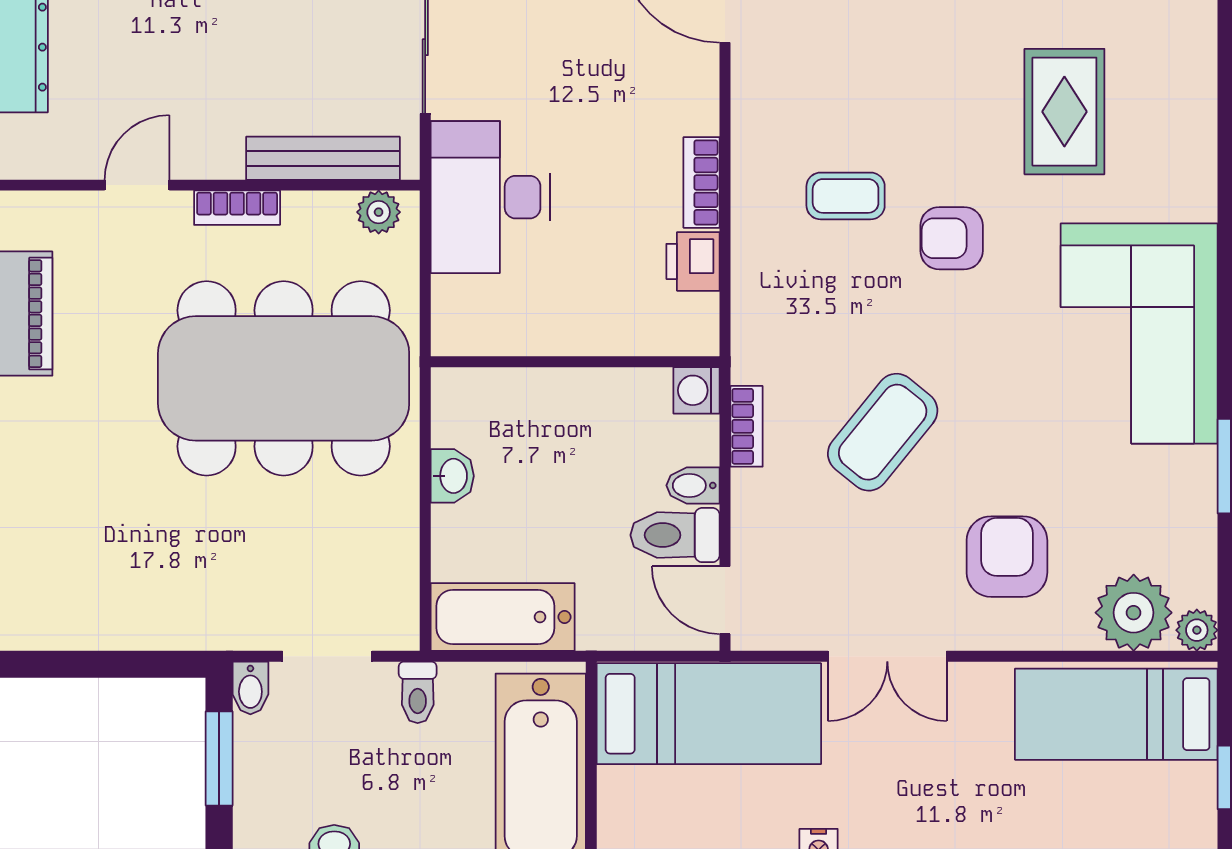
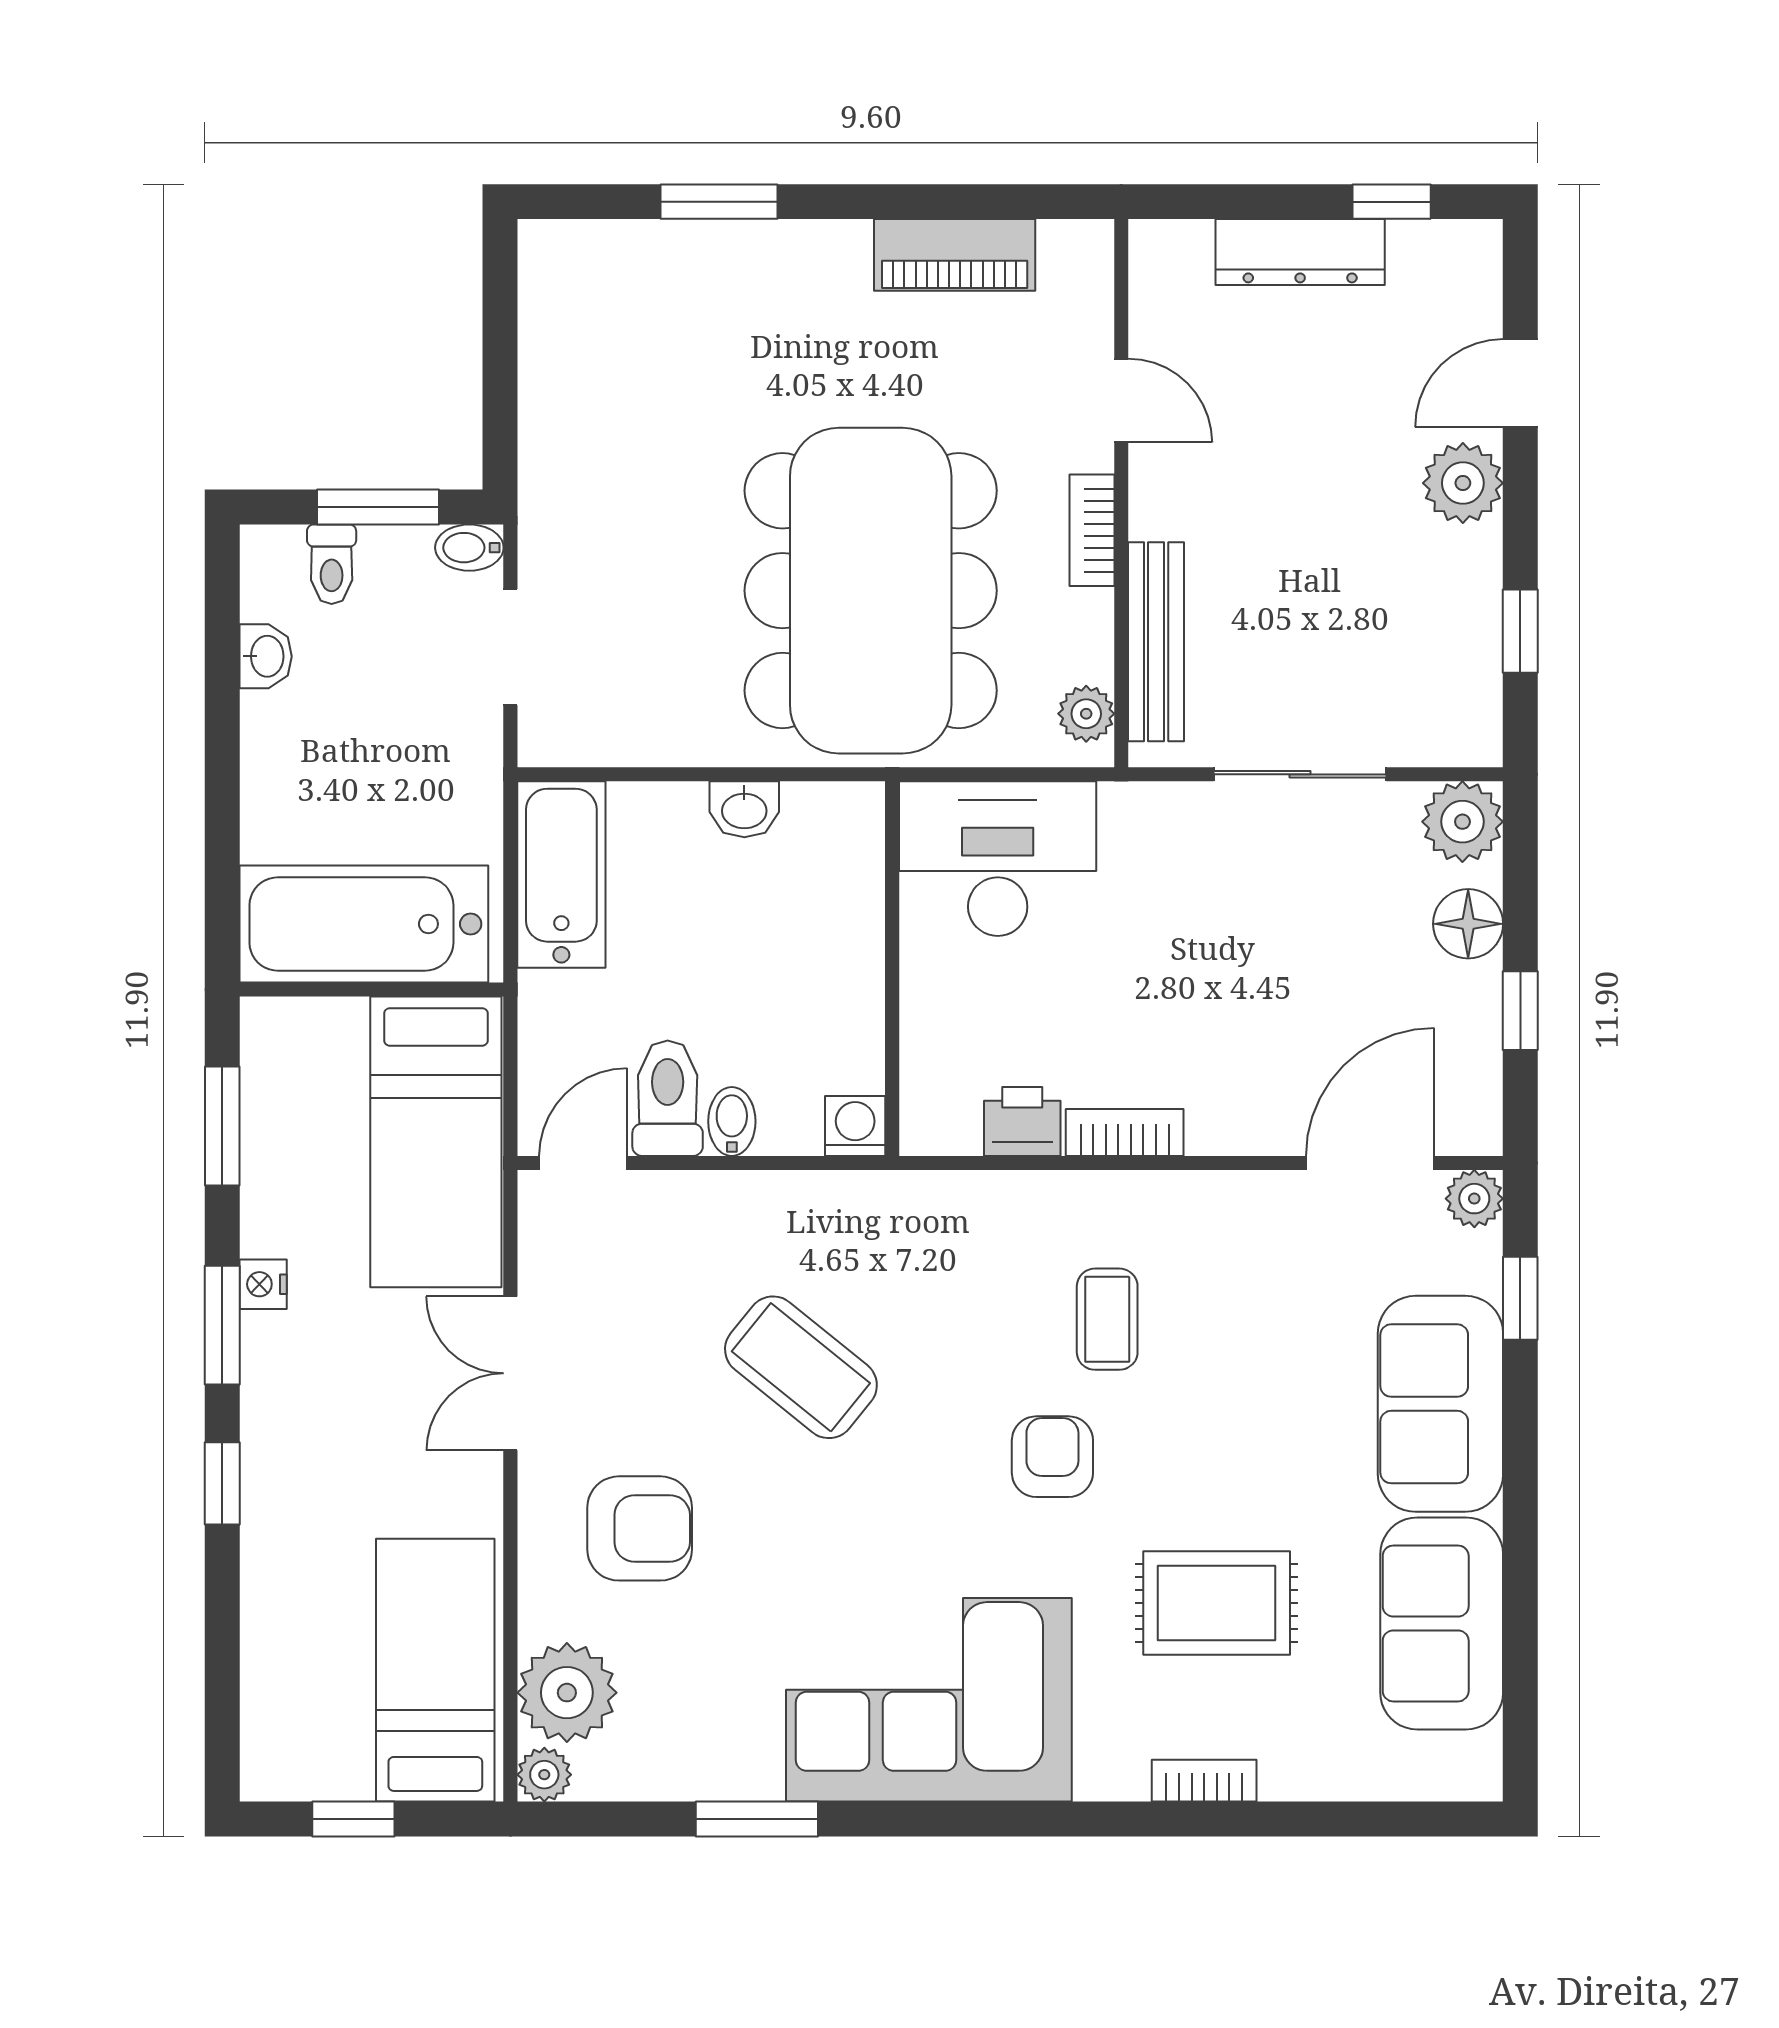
desk: (490, 197) -> (998, 859), moved
bookcase: (747, 426) -> (1204, 1781), moved, turned 180
toilet: (418, 692) -> (332, 564), moved, turned -90

